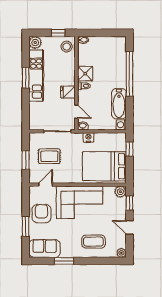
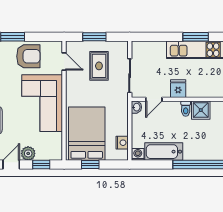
nightstand: (88, 138) -> (122, 143), moved
window: (129, 149) -> (90, 165), moved
plant: (120, 192) -> (28, 153), moved

